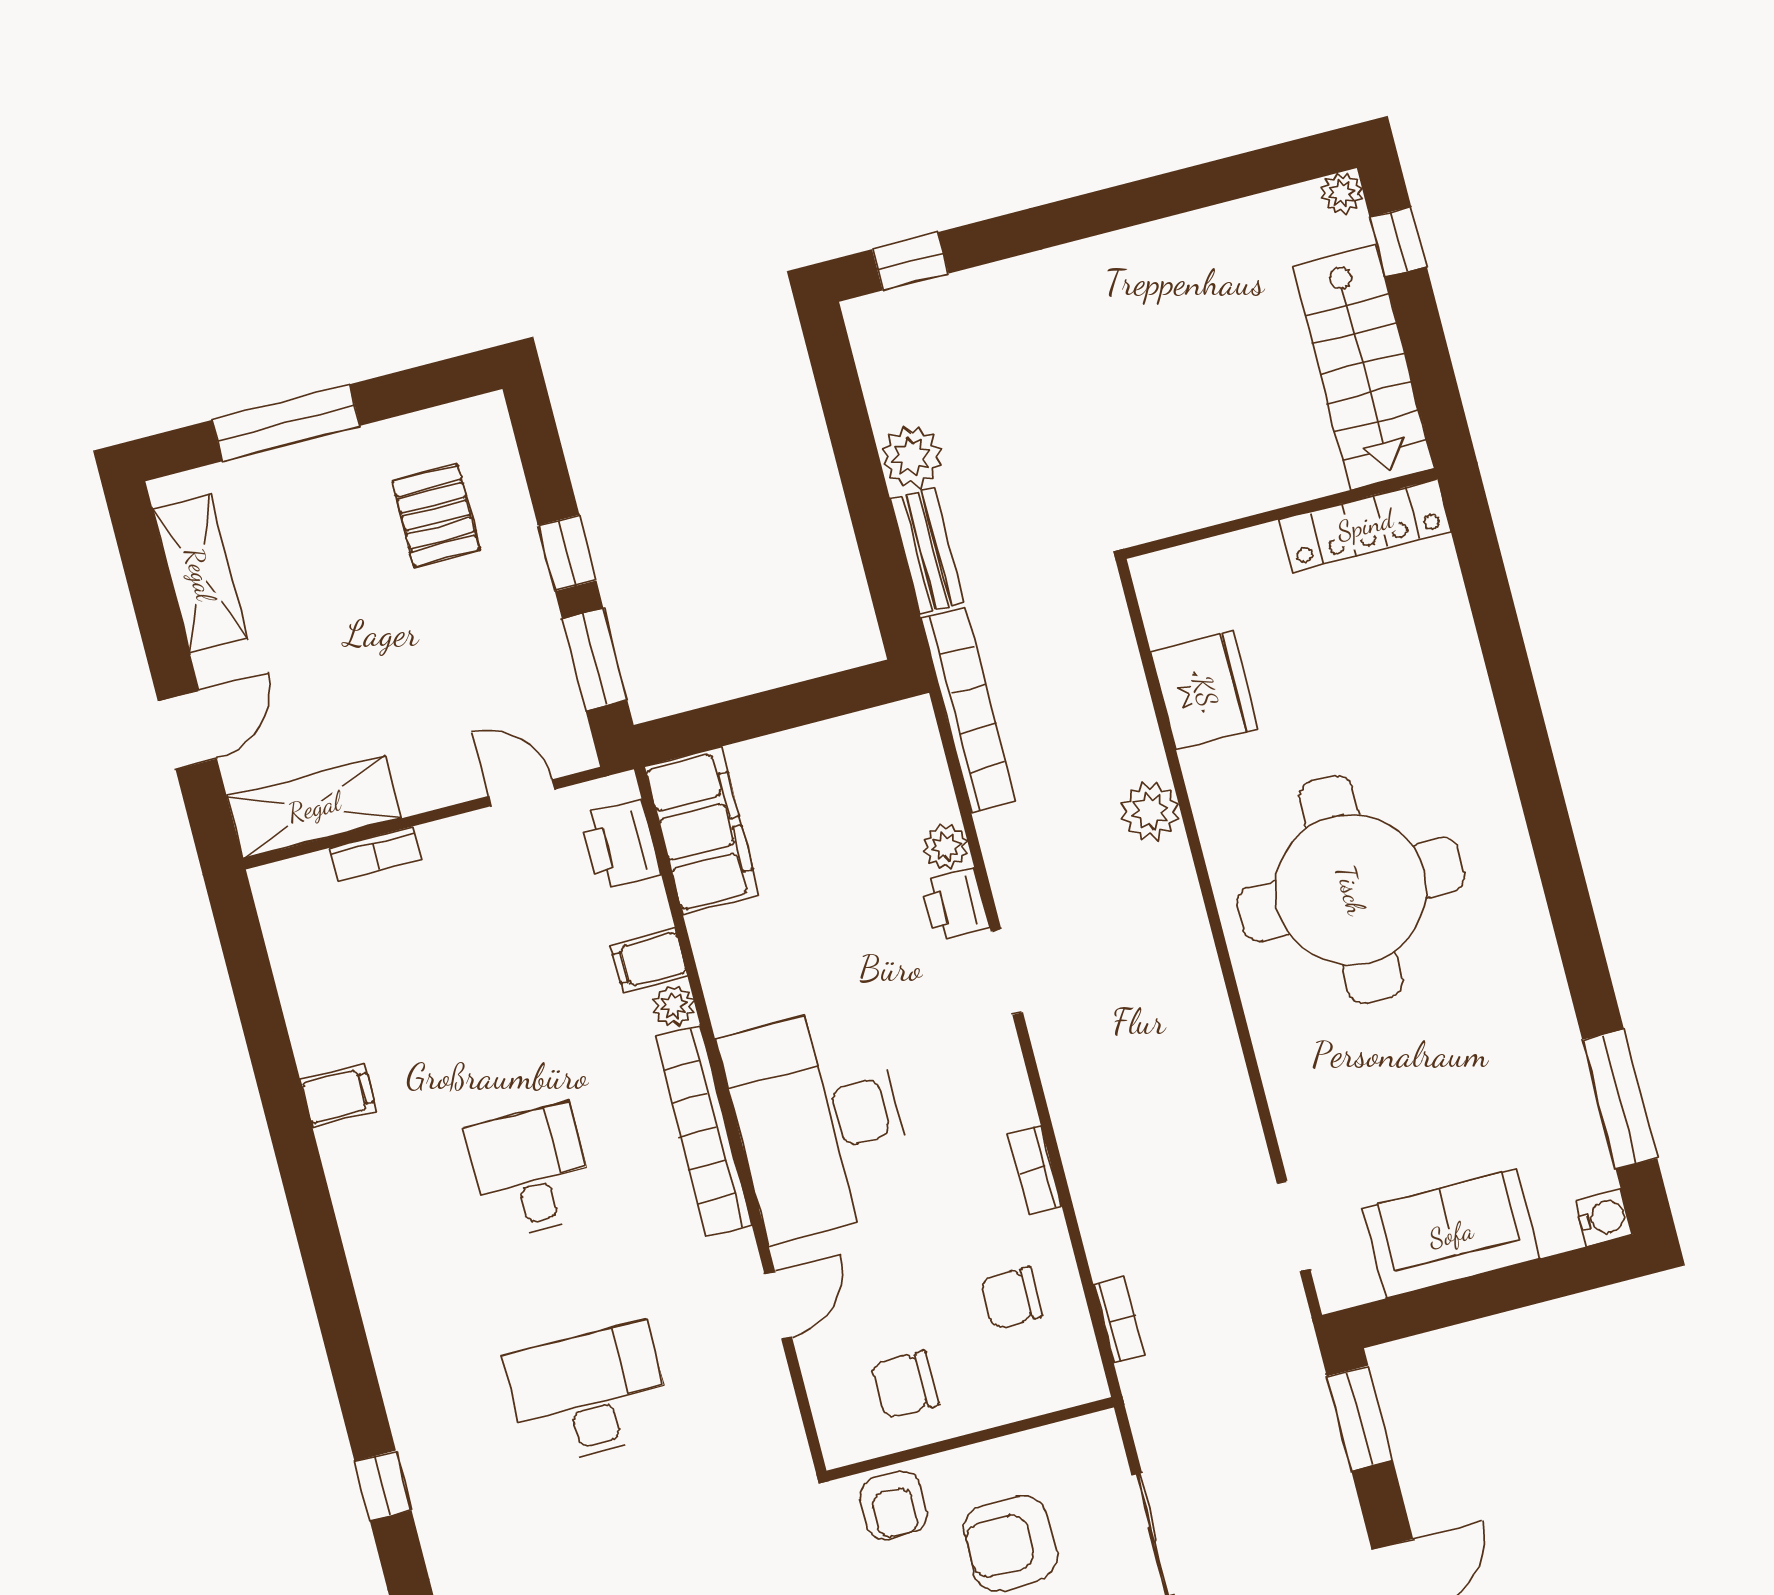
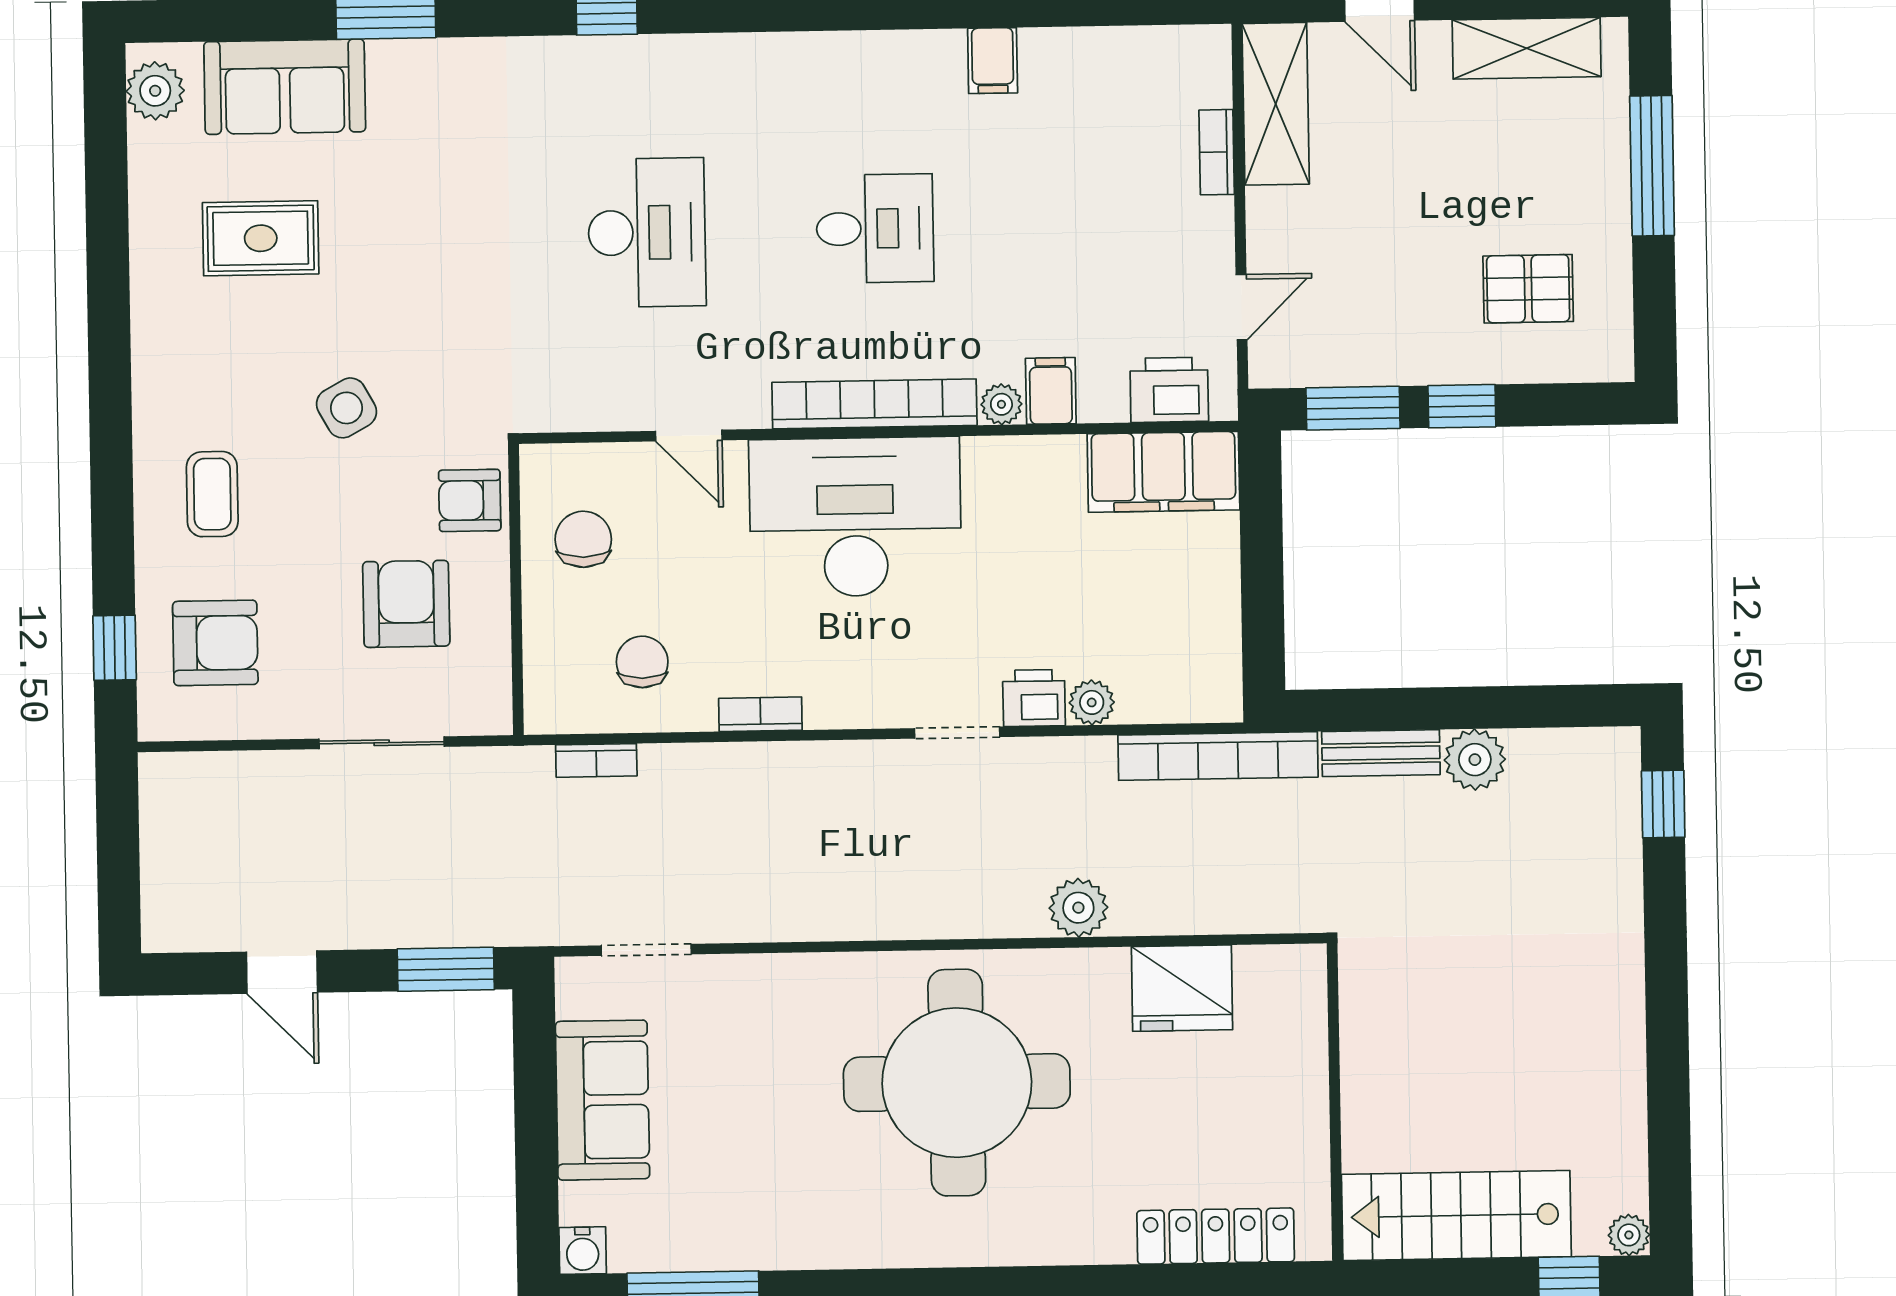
locker: (1365, 525) -> (1216, 1236), moved, turned 90

